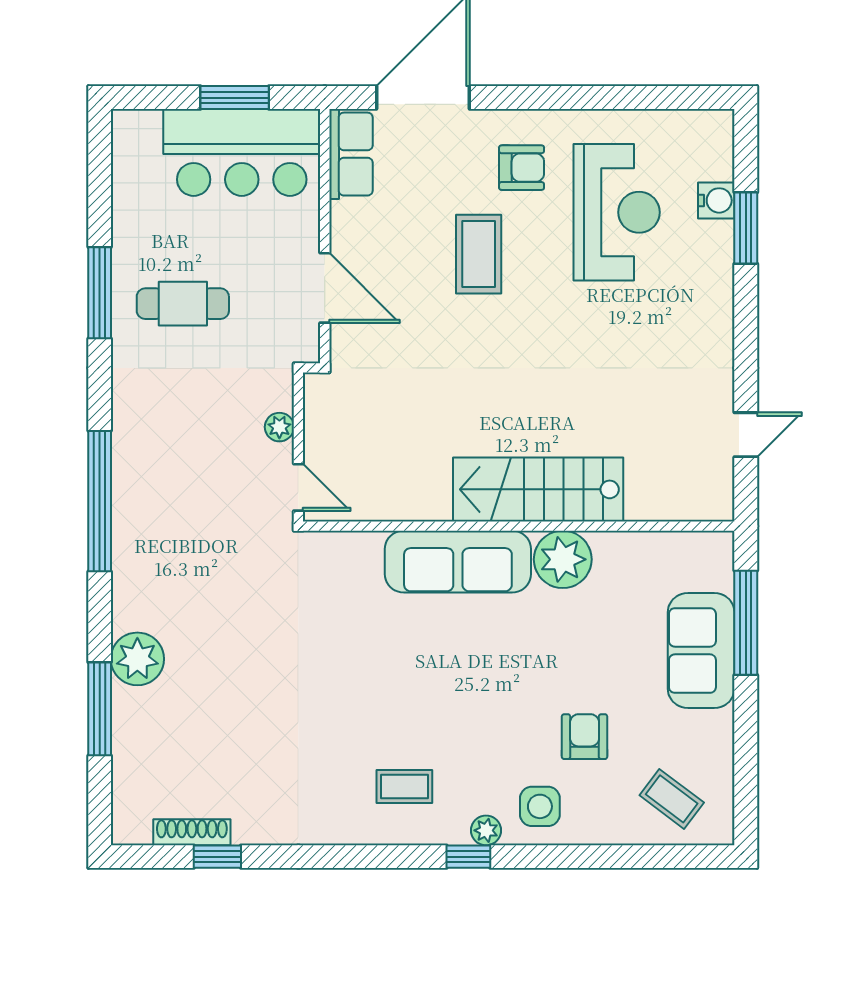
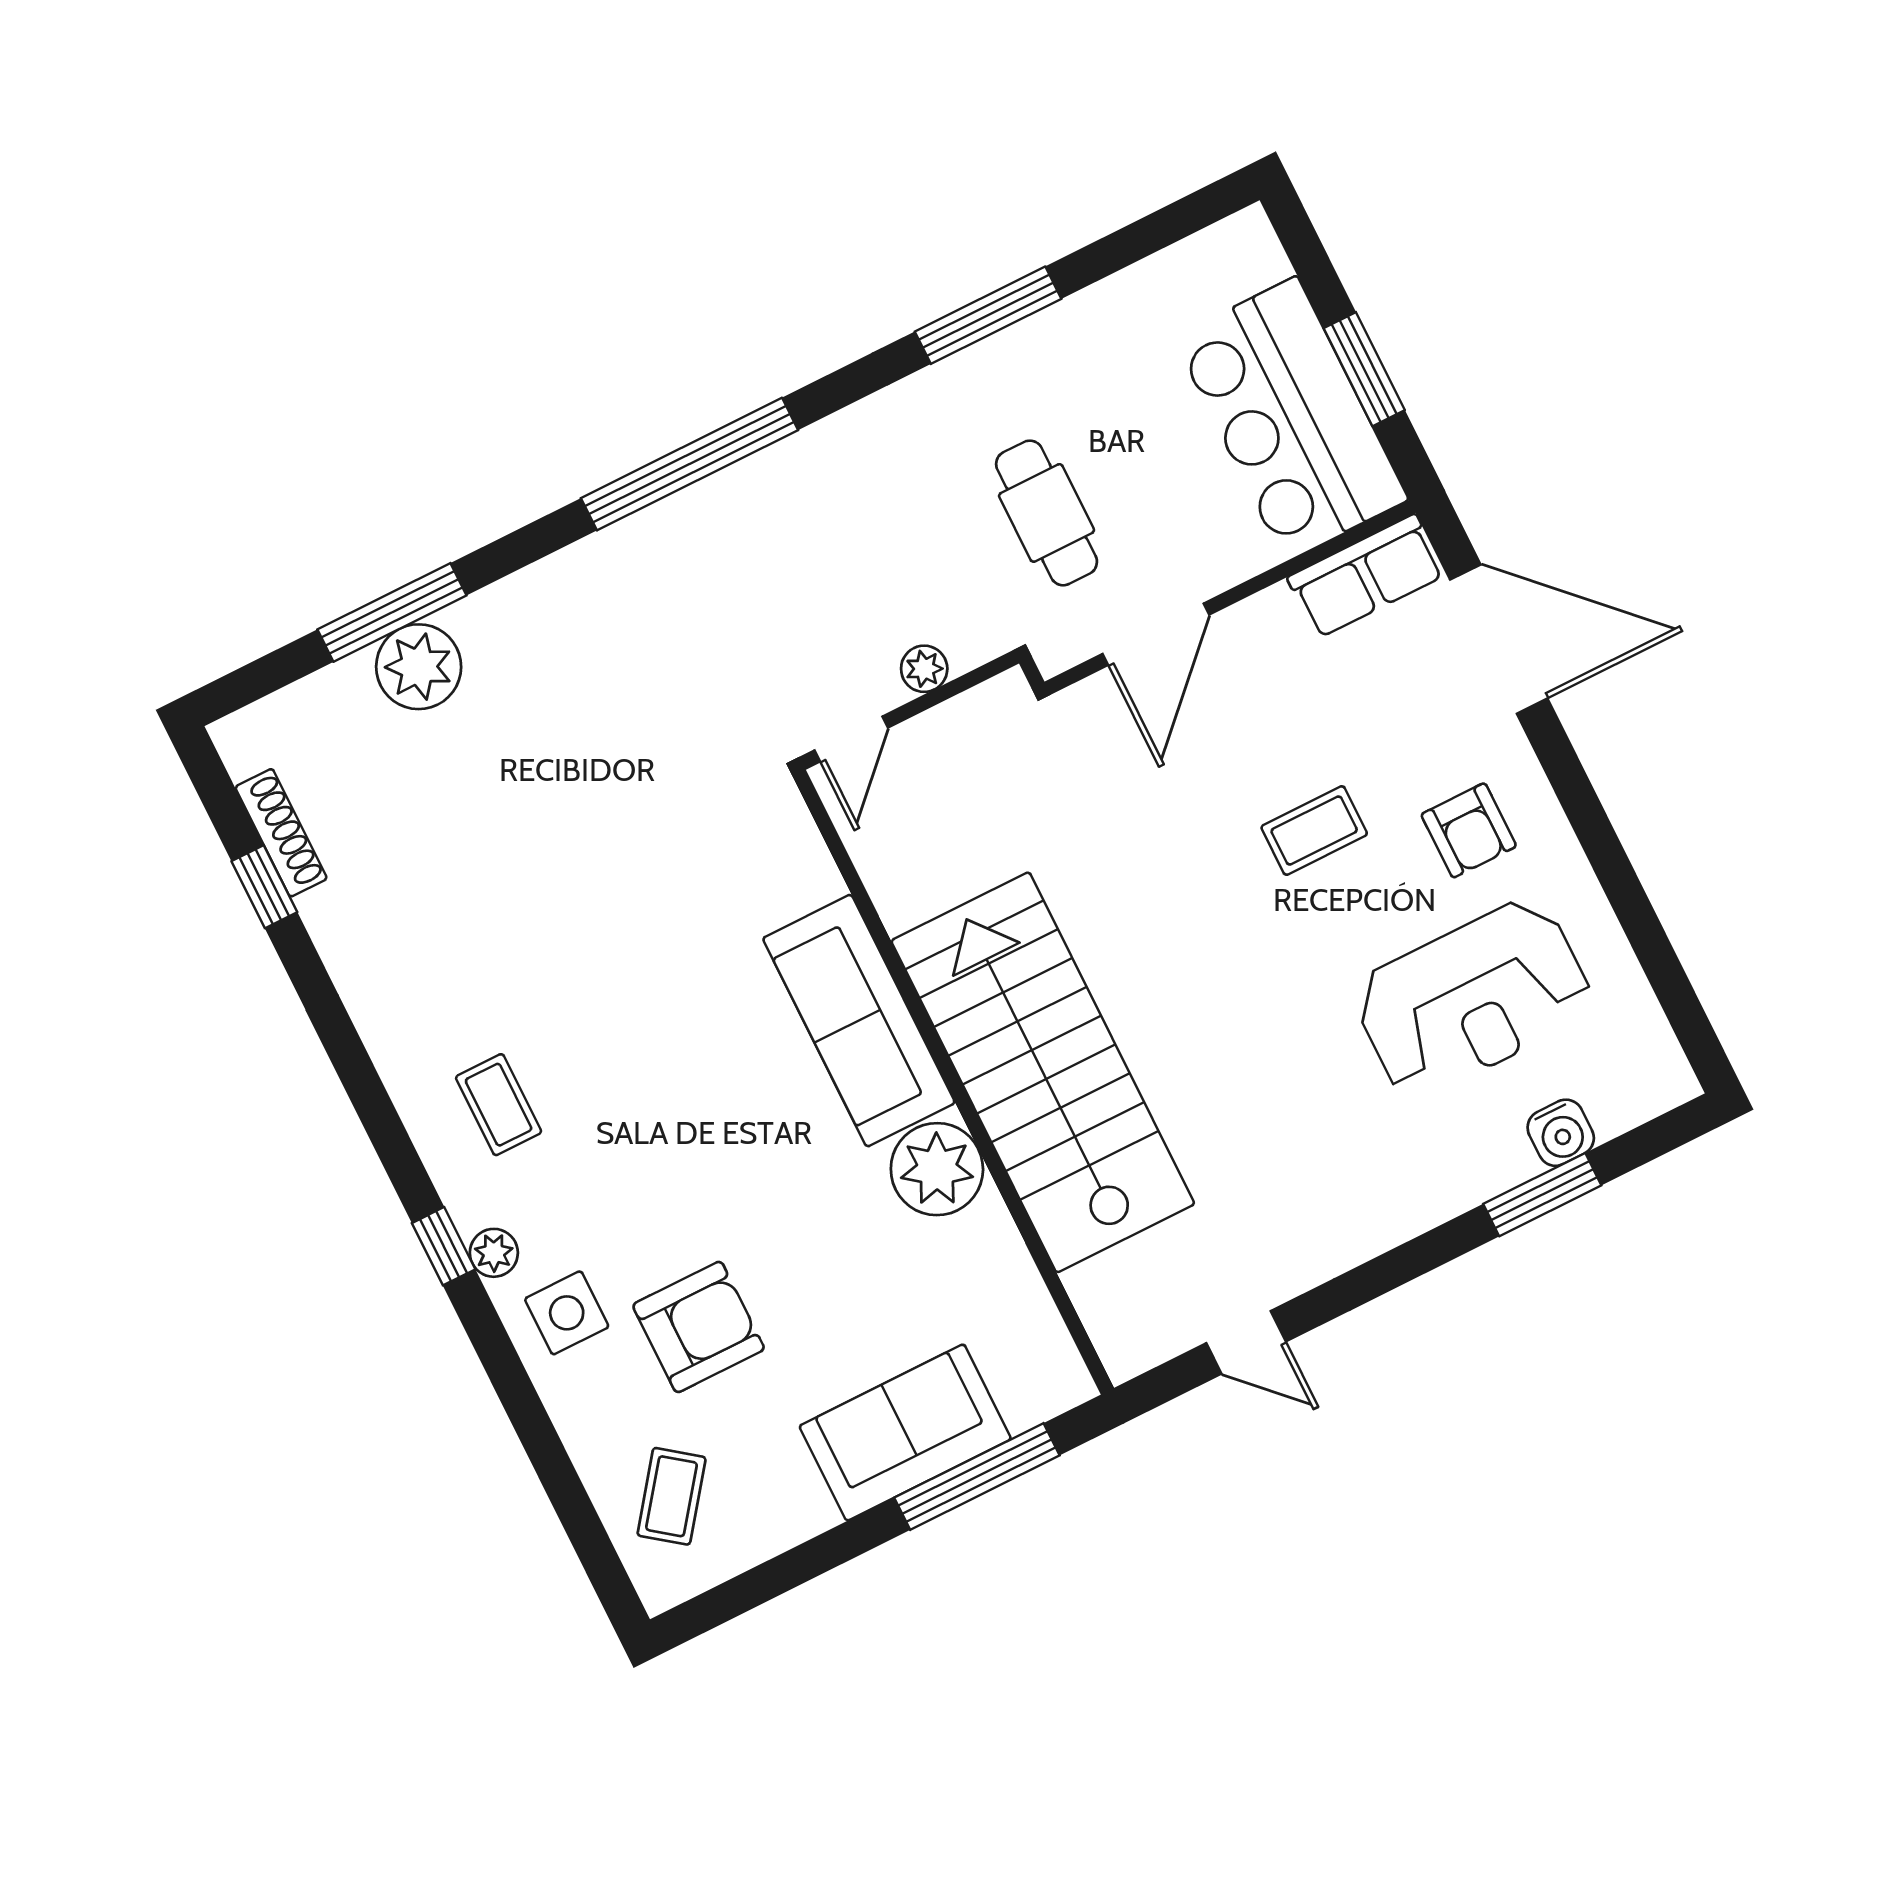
coffee table: (479, 254) -> (1314, 831), width x0.73, depth x0.77
cafe table: (183, 304) -> (1047, 513), moved
stairs: (538, 489) -> (1043, 1072), width x1.36, depth x1.51
plant: (137, 659) -> (419, 667), moved
armchair: (585, 737) -> (699, 1327), width x1.38, depth x1.38

